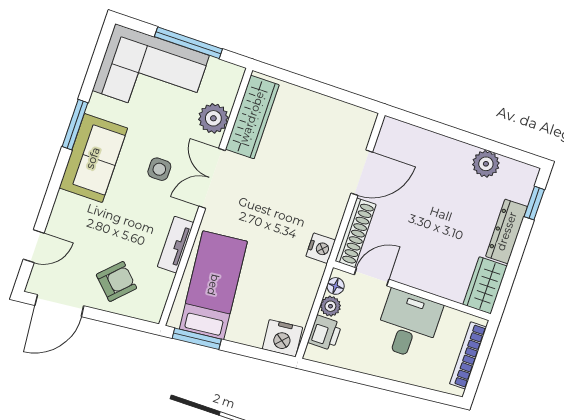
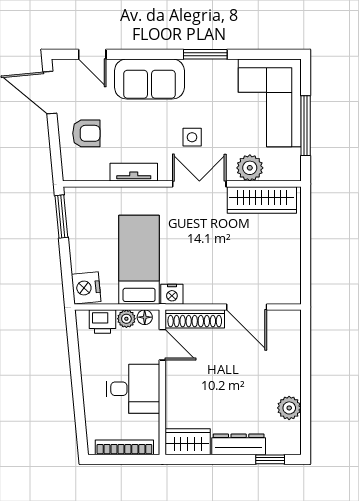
sofa: (93, 158) -> (149, 79), moved
armchair: (116, 281) -> (86, 133), turned -45
bed: (213, 285) -> (139, 260), moved, turned -85

